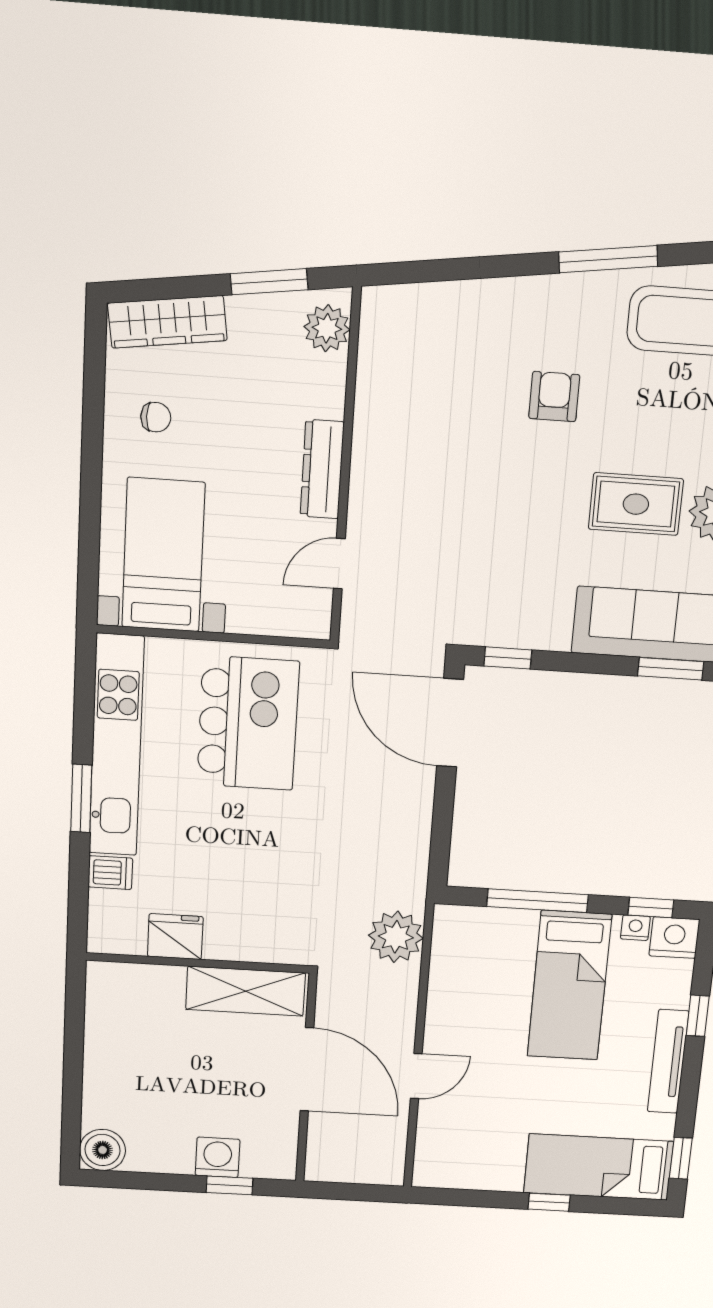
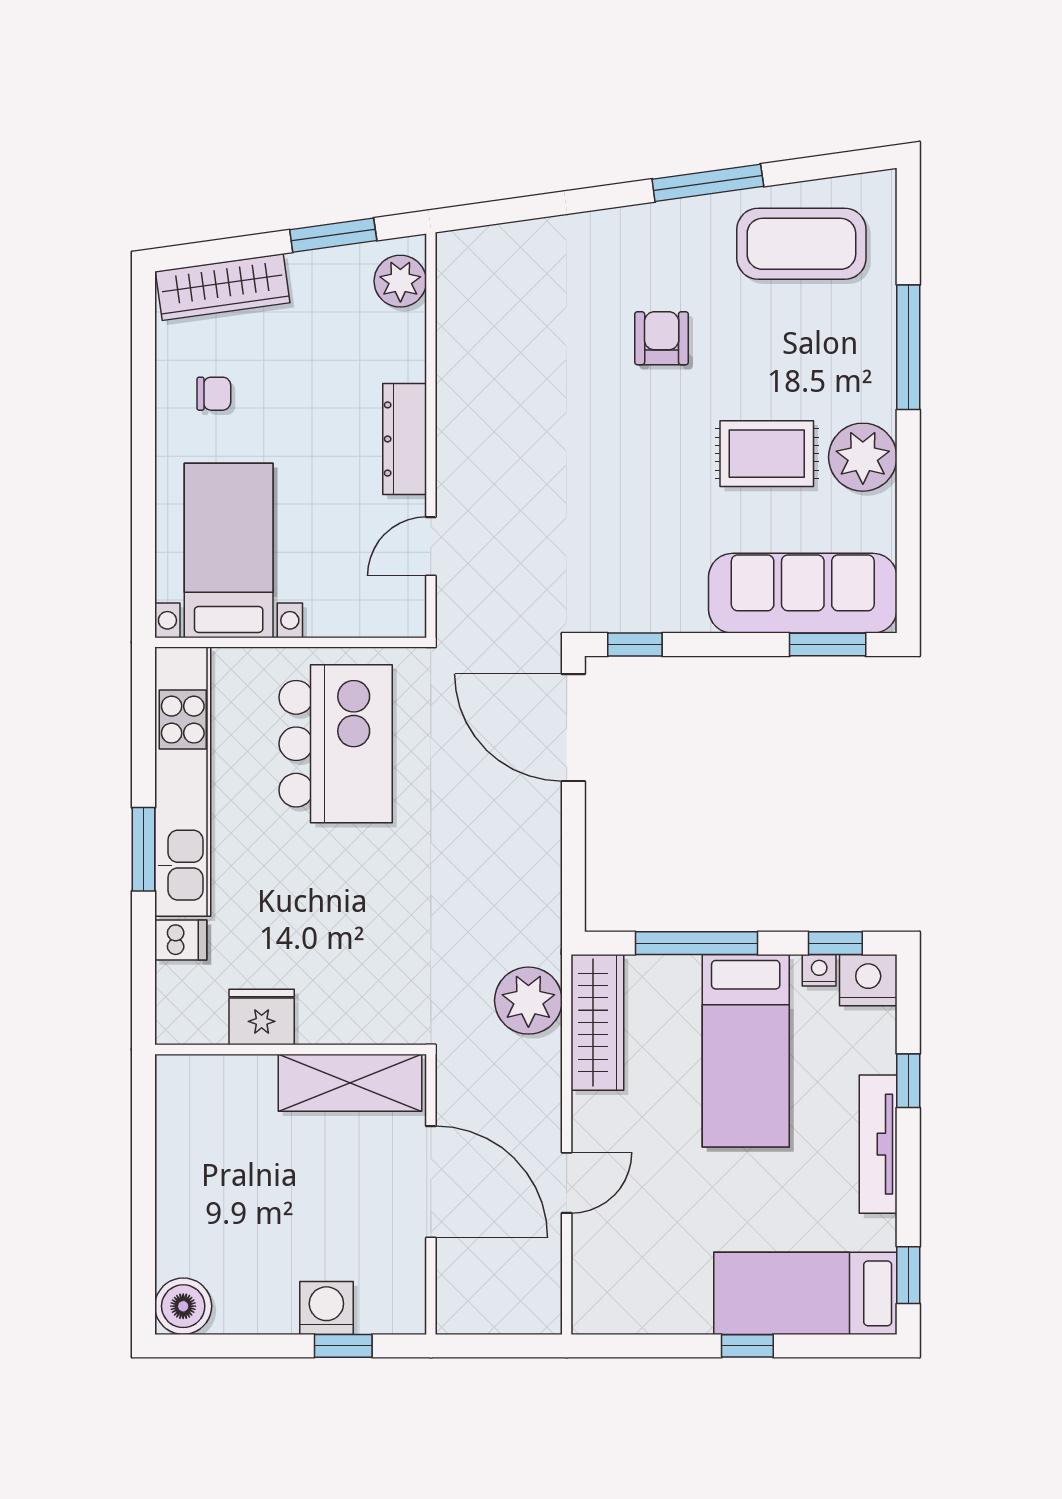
wardrobe: (451, 957) -> (597, 1022), added

